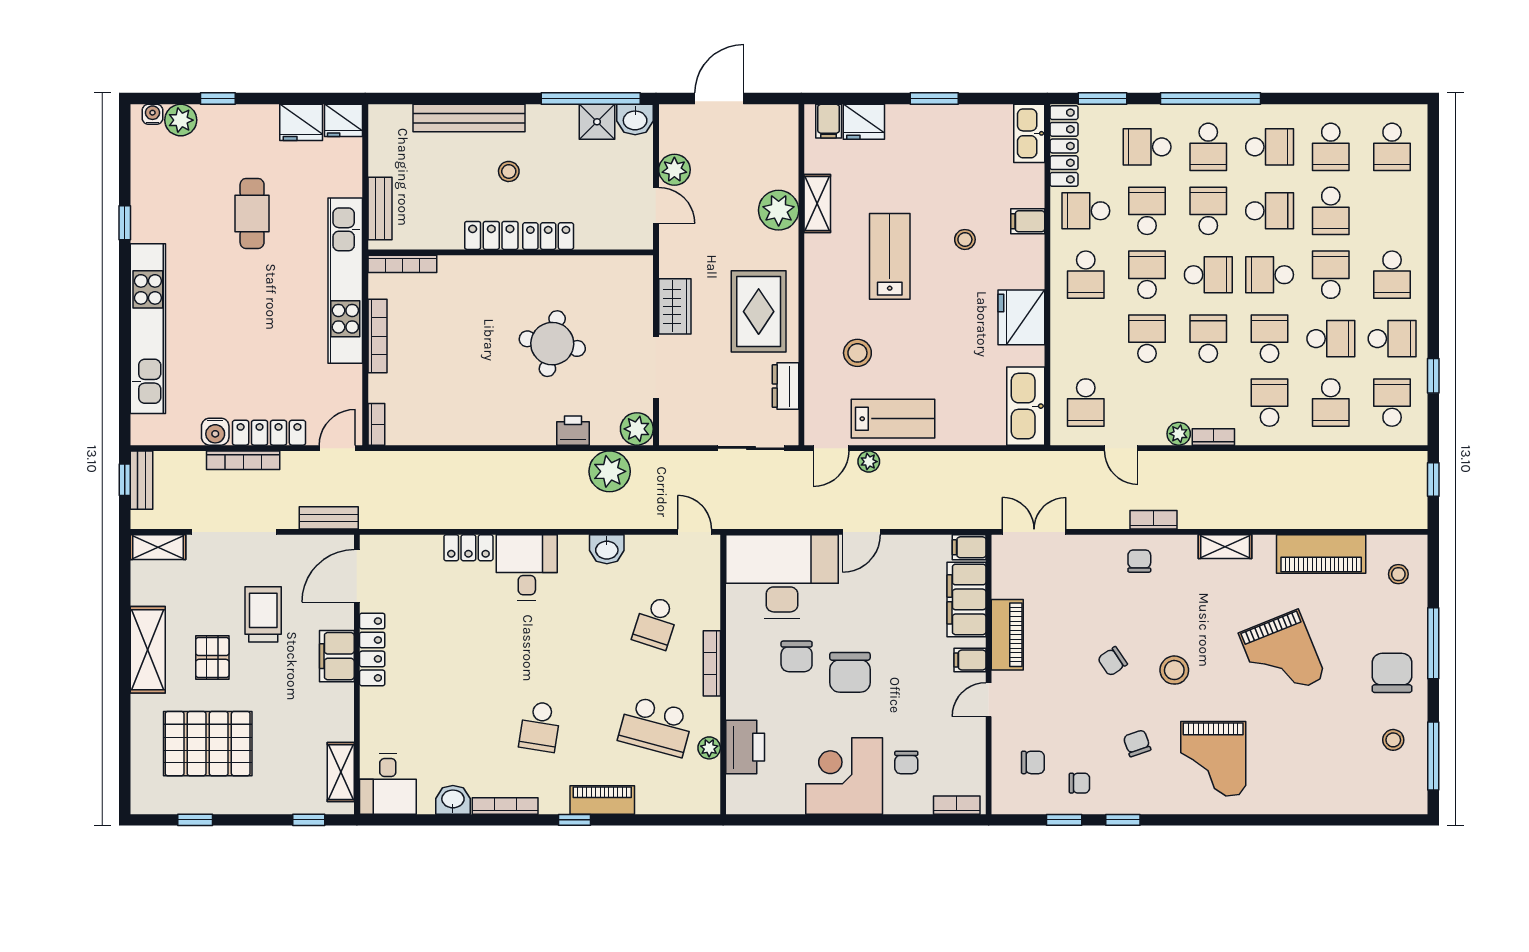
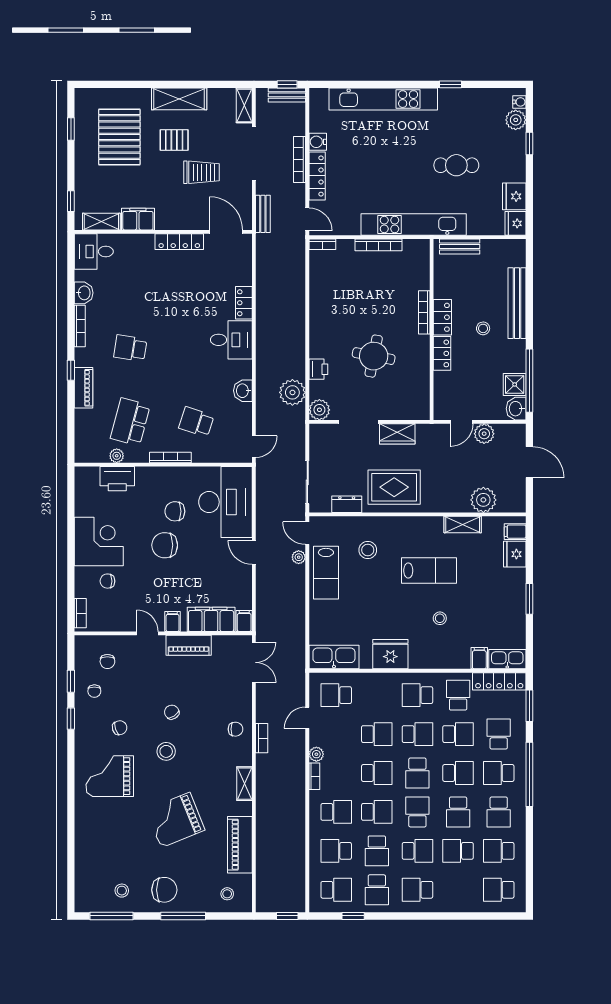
plant: (779, 210) -> (483, 500), moved
filing cabinet: (1028, 221) -> (479, 658), moved
bookcase: (402, 264) -> (424, 312), moved
filing cabinet: (337, 656) -> (138, 219), moved

